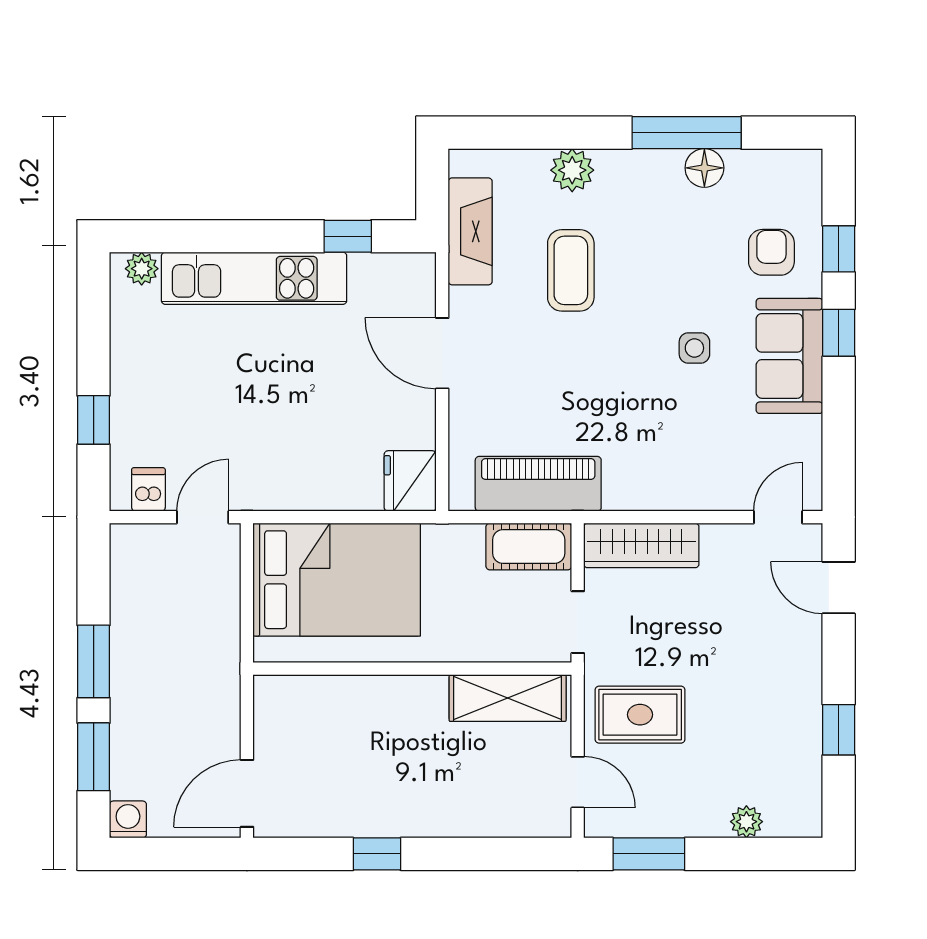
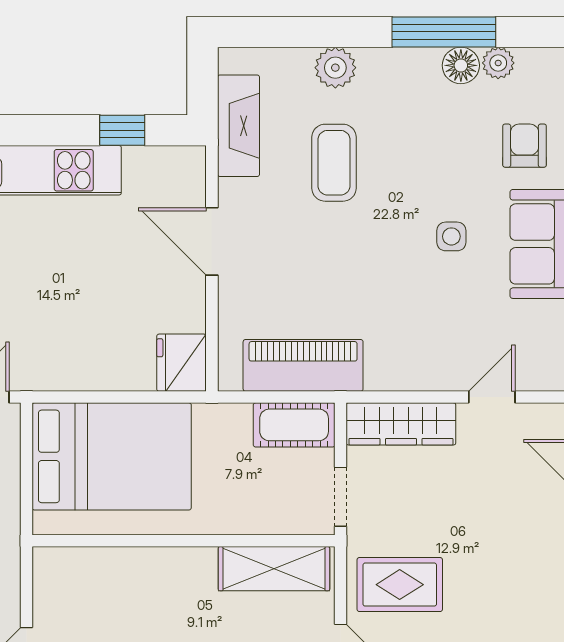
plant: (744, 165) -> (498, 63), added
door: (778, 517) -> (492, 397), moved

